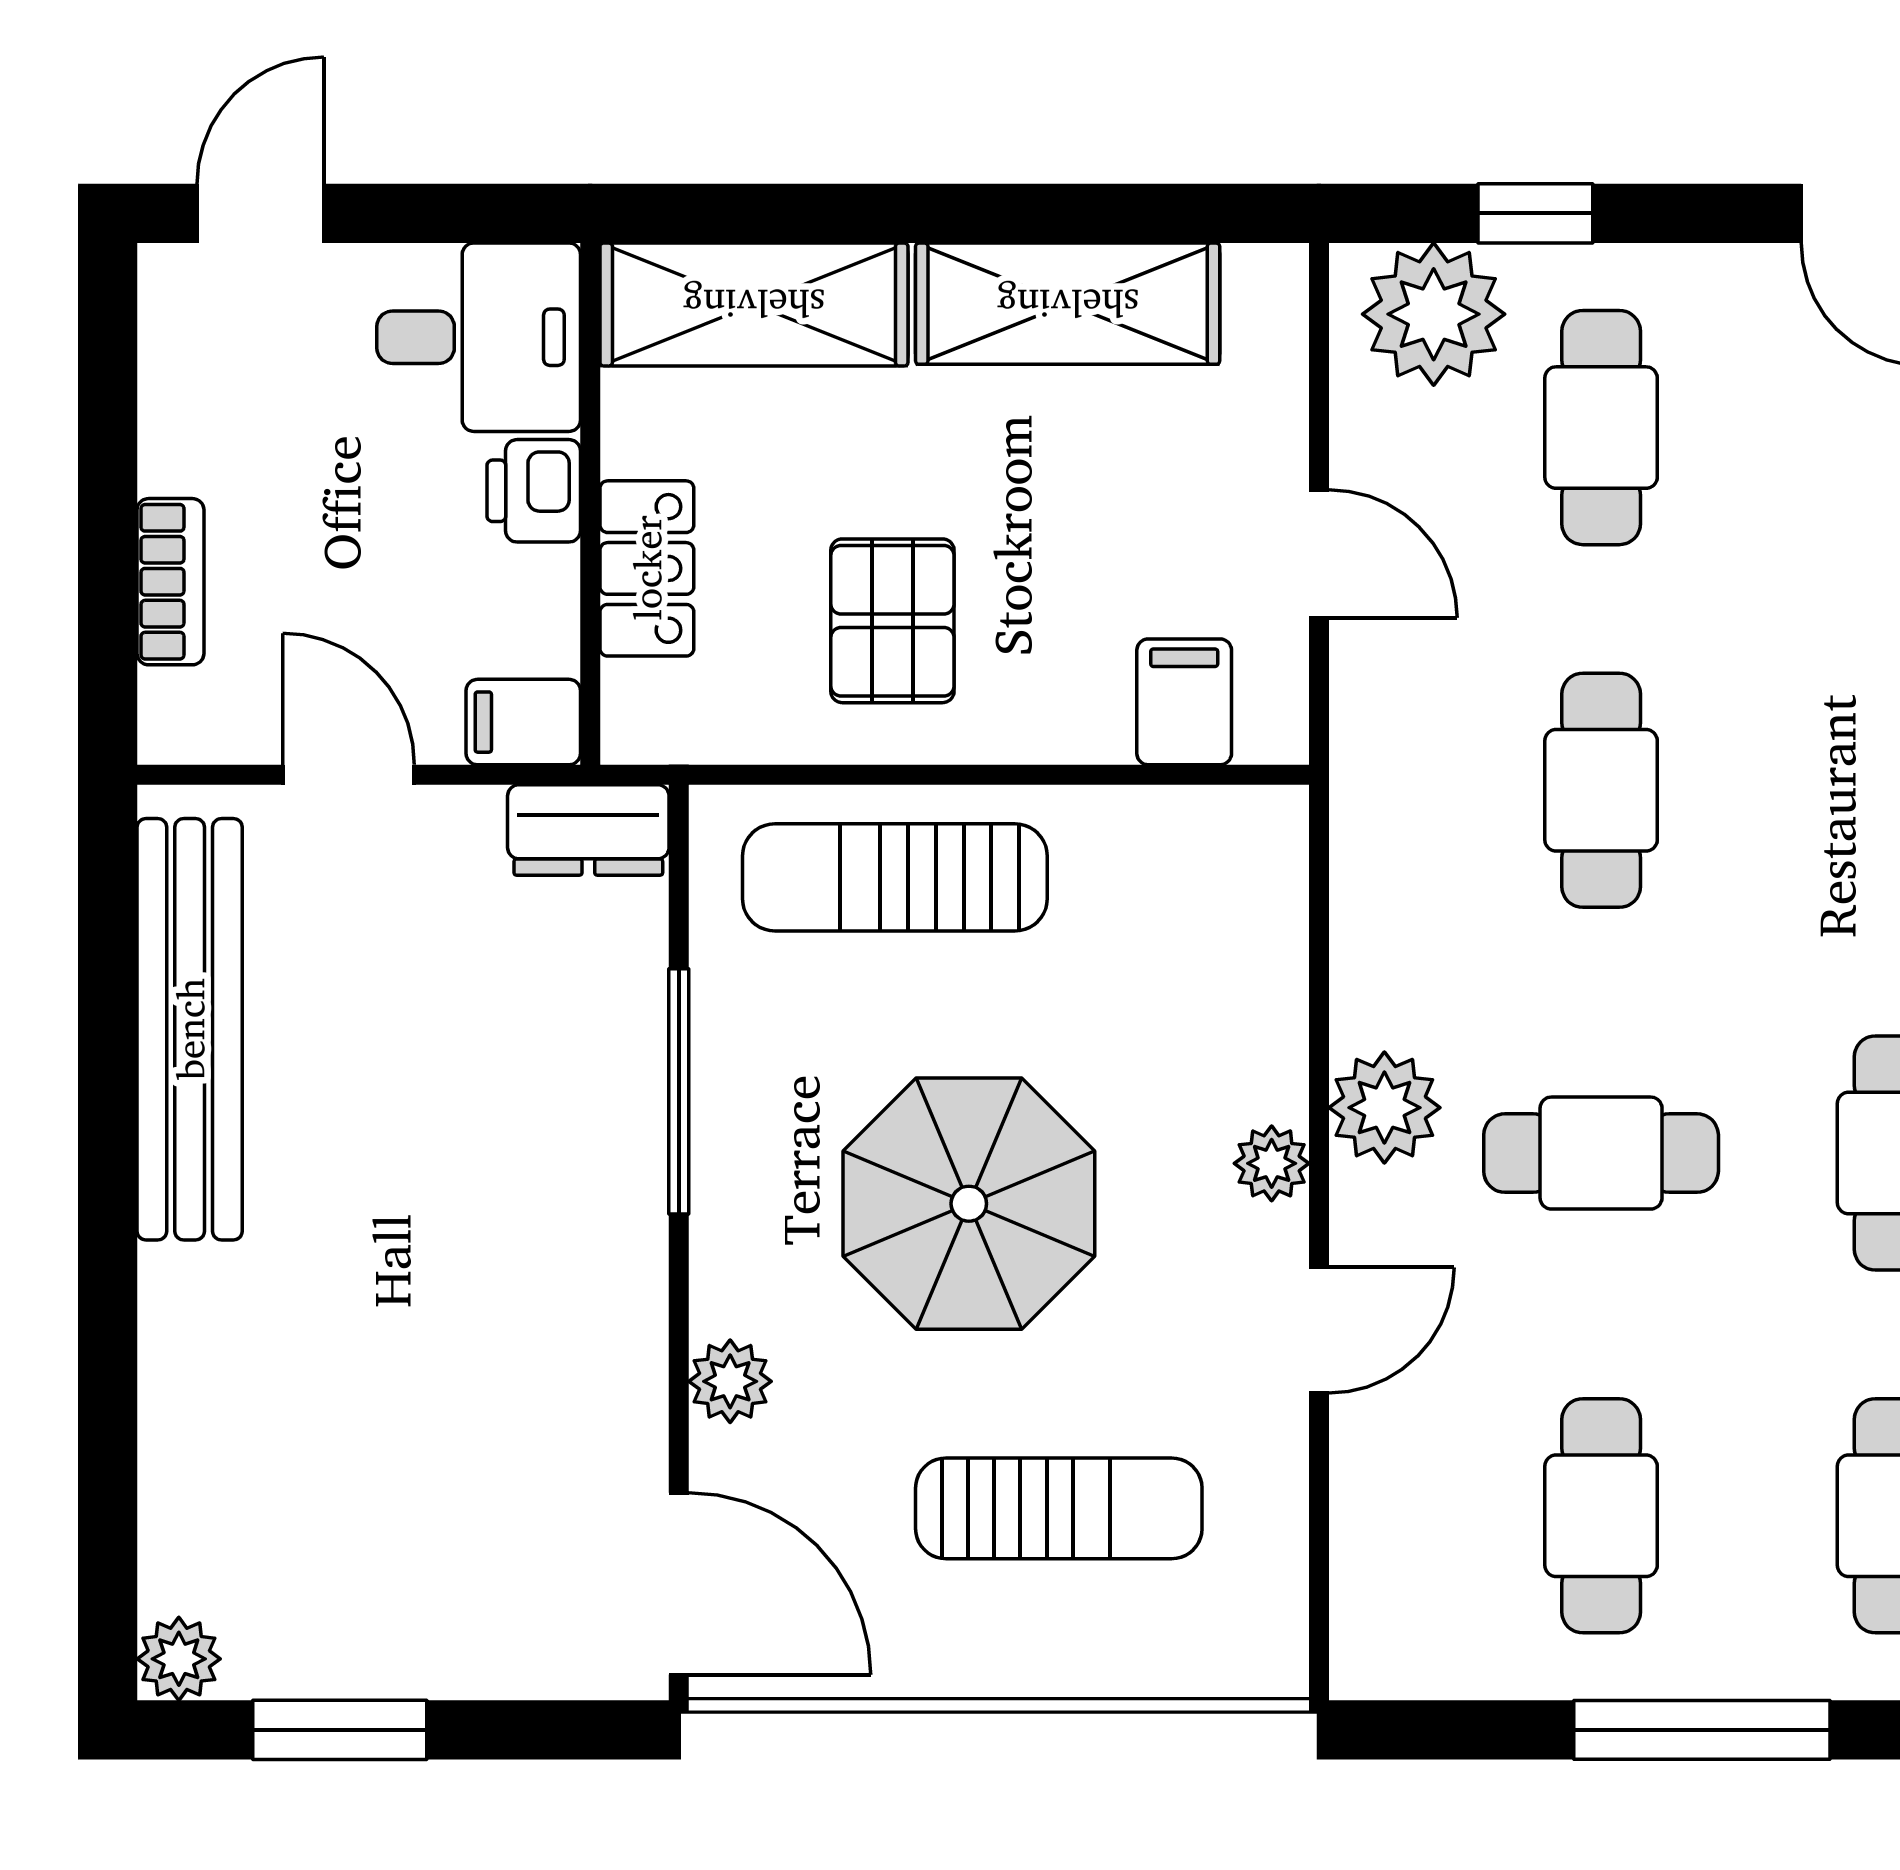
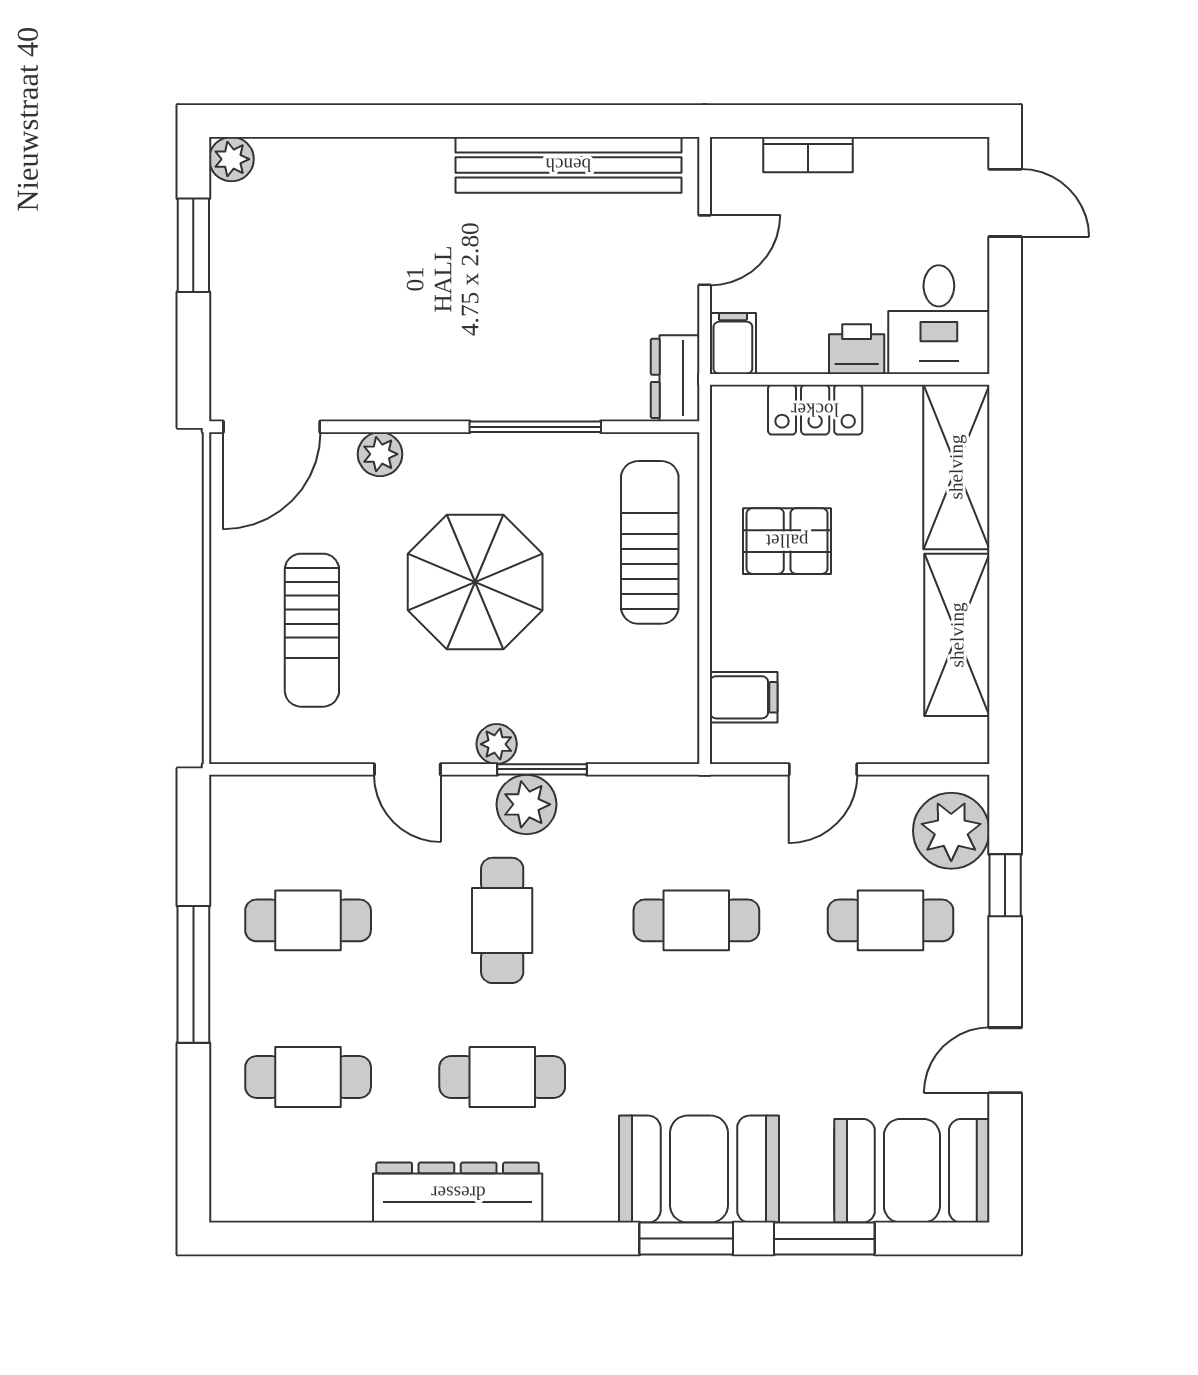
window: (1319, 1079) -> (542, 769), added

